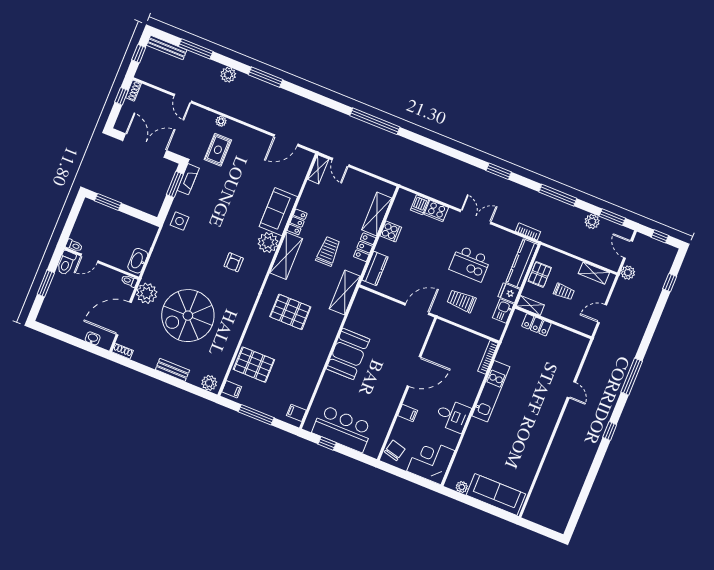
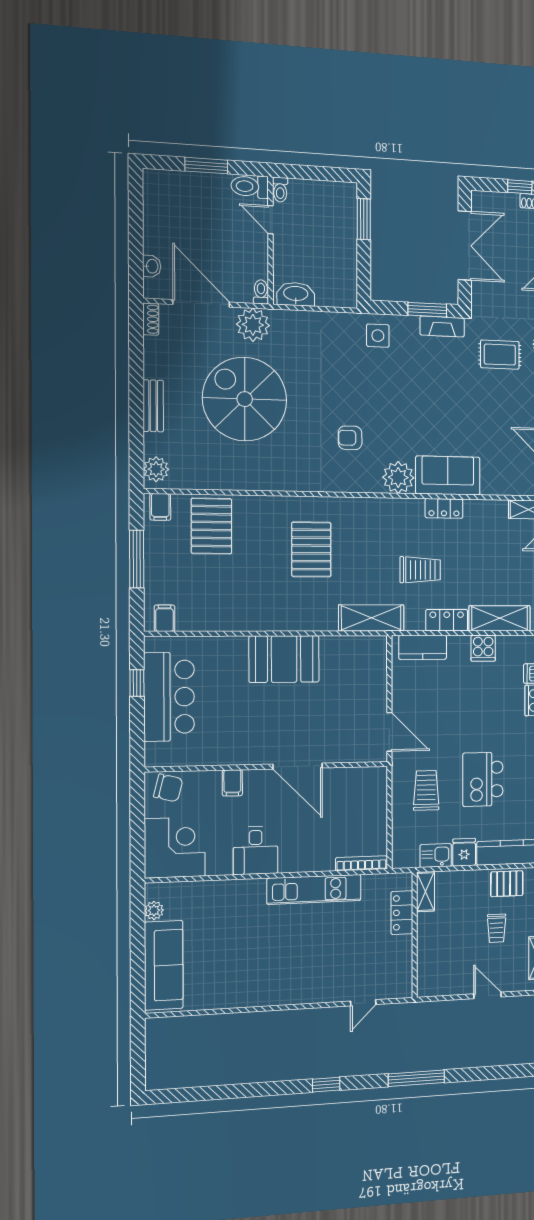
shelving: (286, 256) -> (390, 512), removed
shelving: (530, 305) -> (425, 892), moved
wall: (553, 323) -> (415, 935), moved
locker: (536, 325) -> (402, 913), moved

